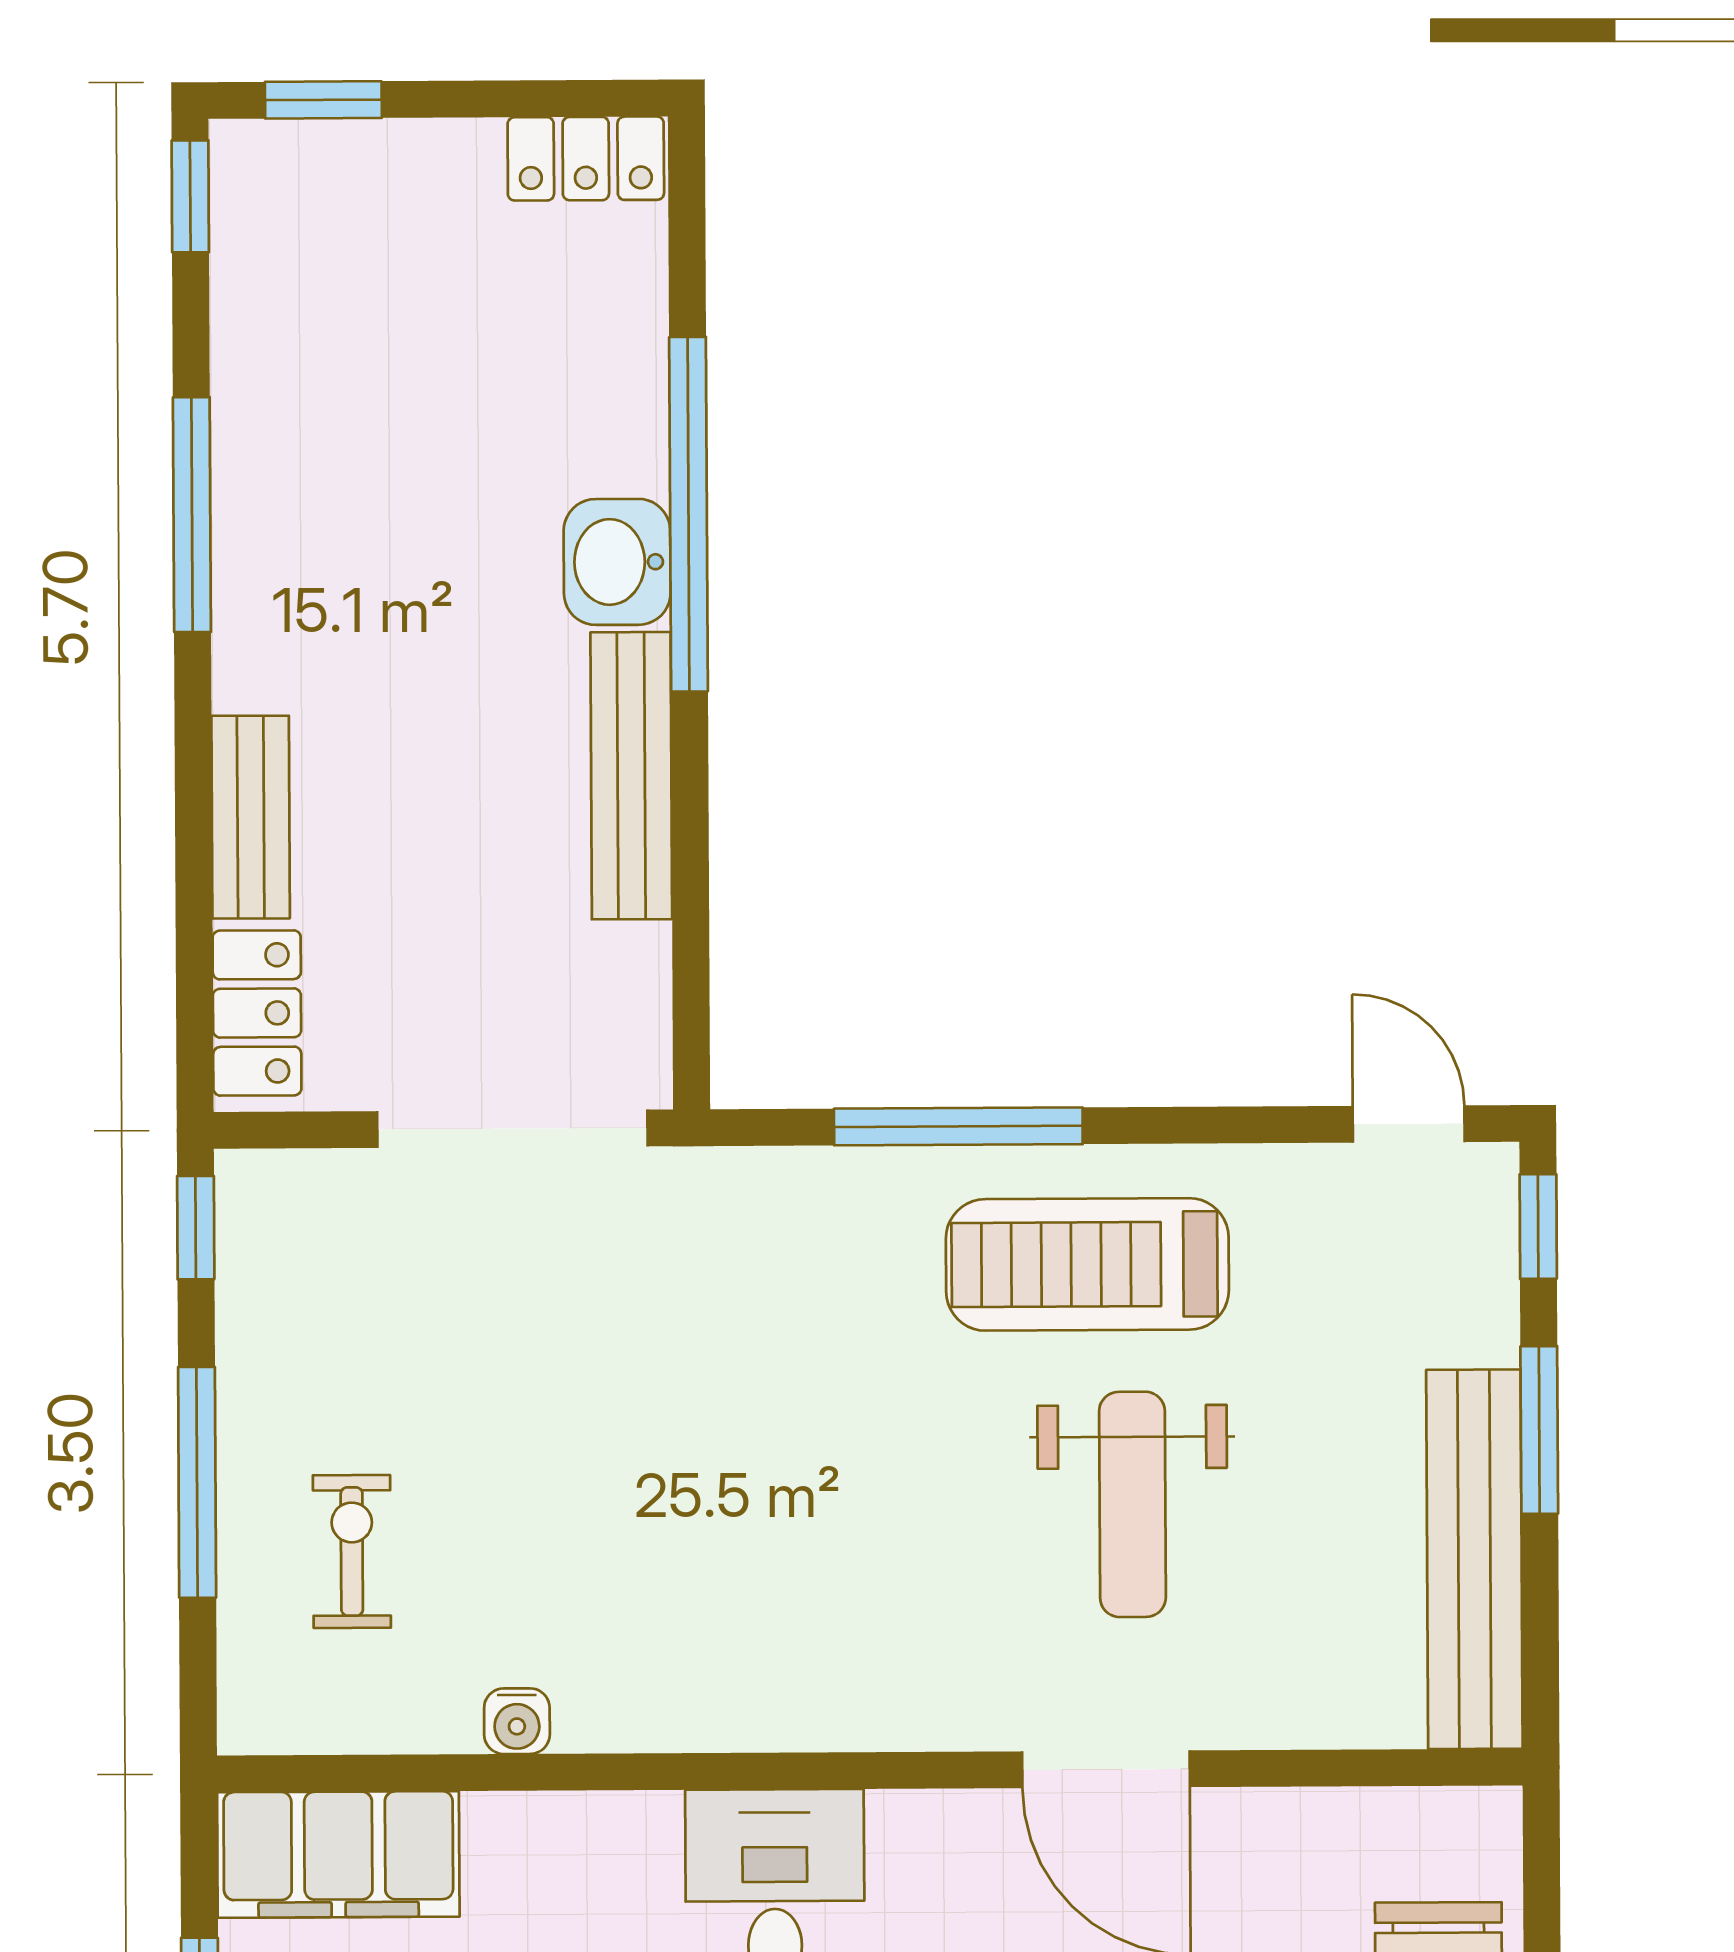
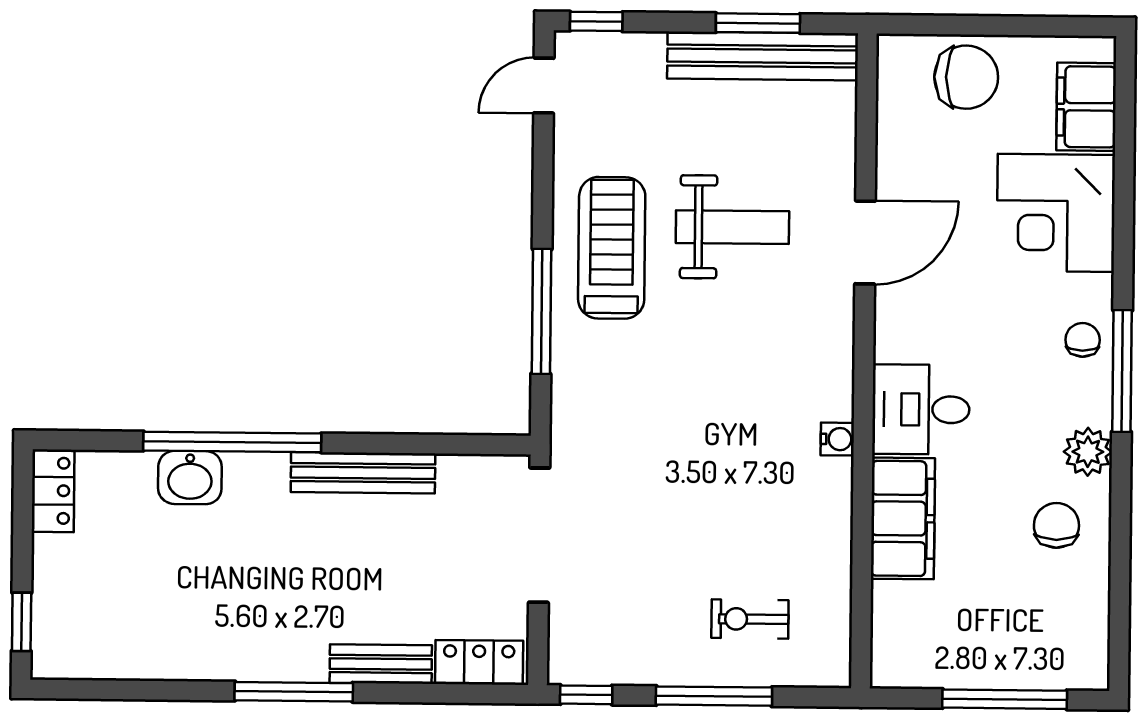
window: (190, 196) -> (69, 689), removed
window: (192, 515) -> (294, 692), moved
washbasin: (617, 562) -> (190, 477), moved
treadmill: (1087, 1264) -> (612, 248), turned 180
window: (1539, 1430) -> (758, 23), moved
water cooler: (517, 1721) -> (837, 439), moved
filing cabinet: (338, 1854) -> (903, 518), moved

